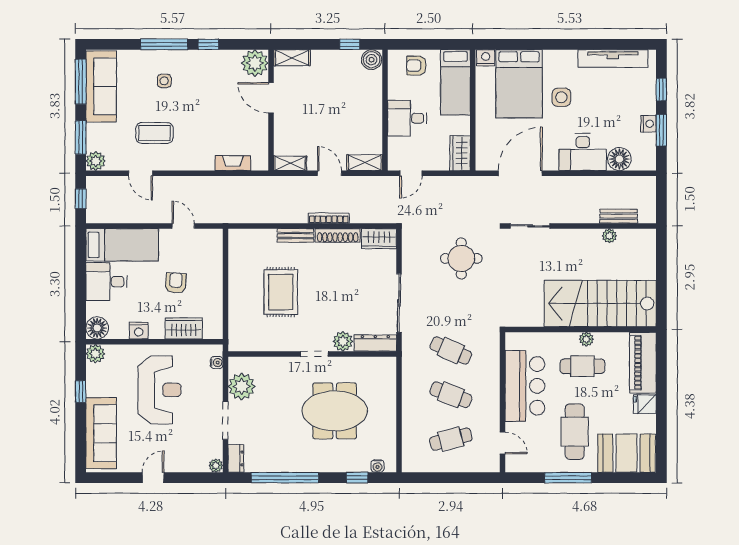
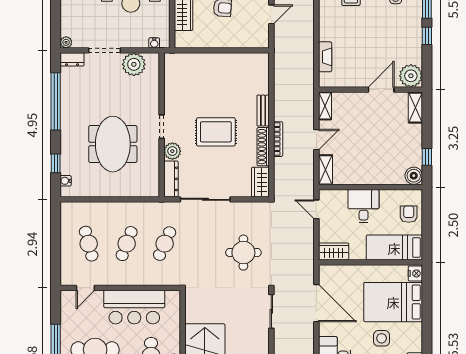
rug: (281, 292) -> (216, 132), moved

